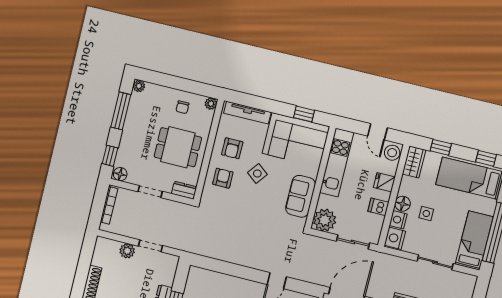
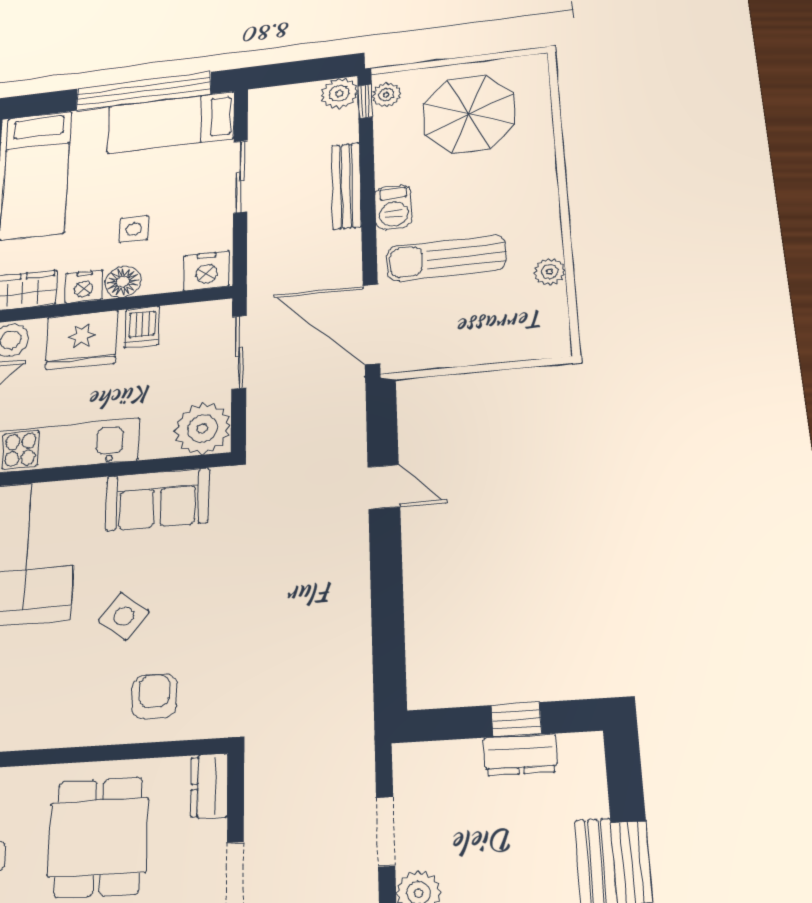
armchair: (232, 148) -> (73, 697), removed
armchair: (223, 178) -> (155, 696), turned 90
fridge: (384, 182) -> (82, 340), width x1.88, depth x1.34
nightstand: (398, 220) -> (84, 287), moved

